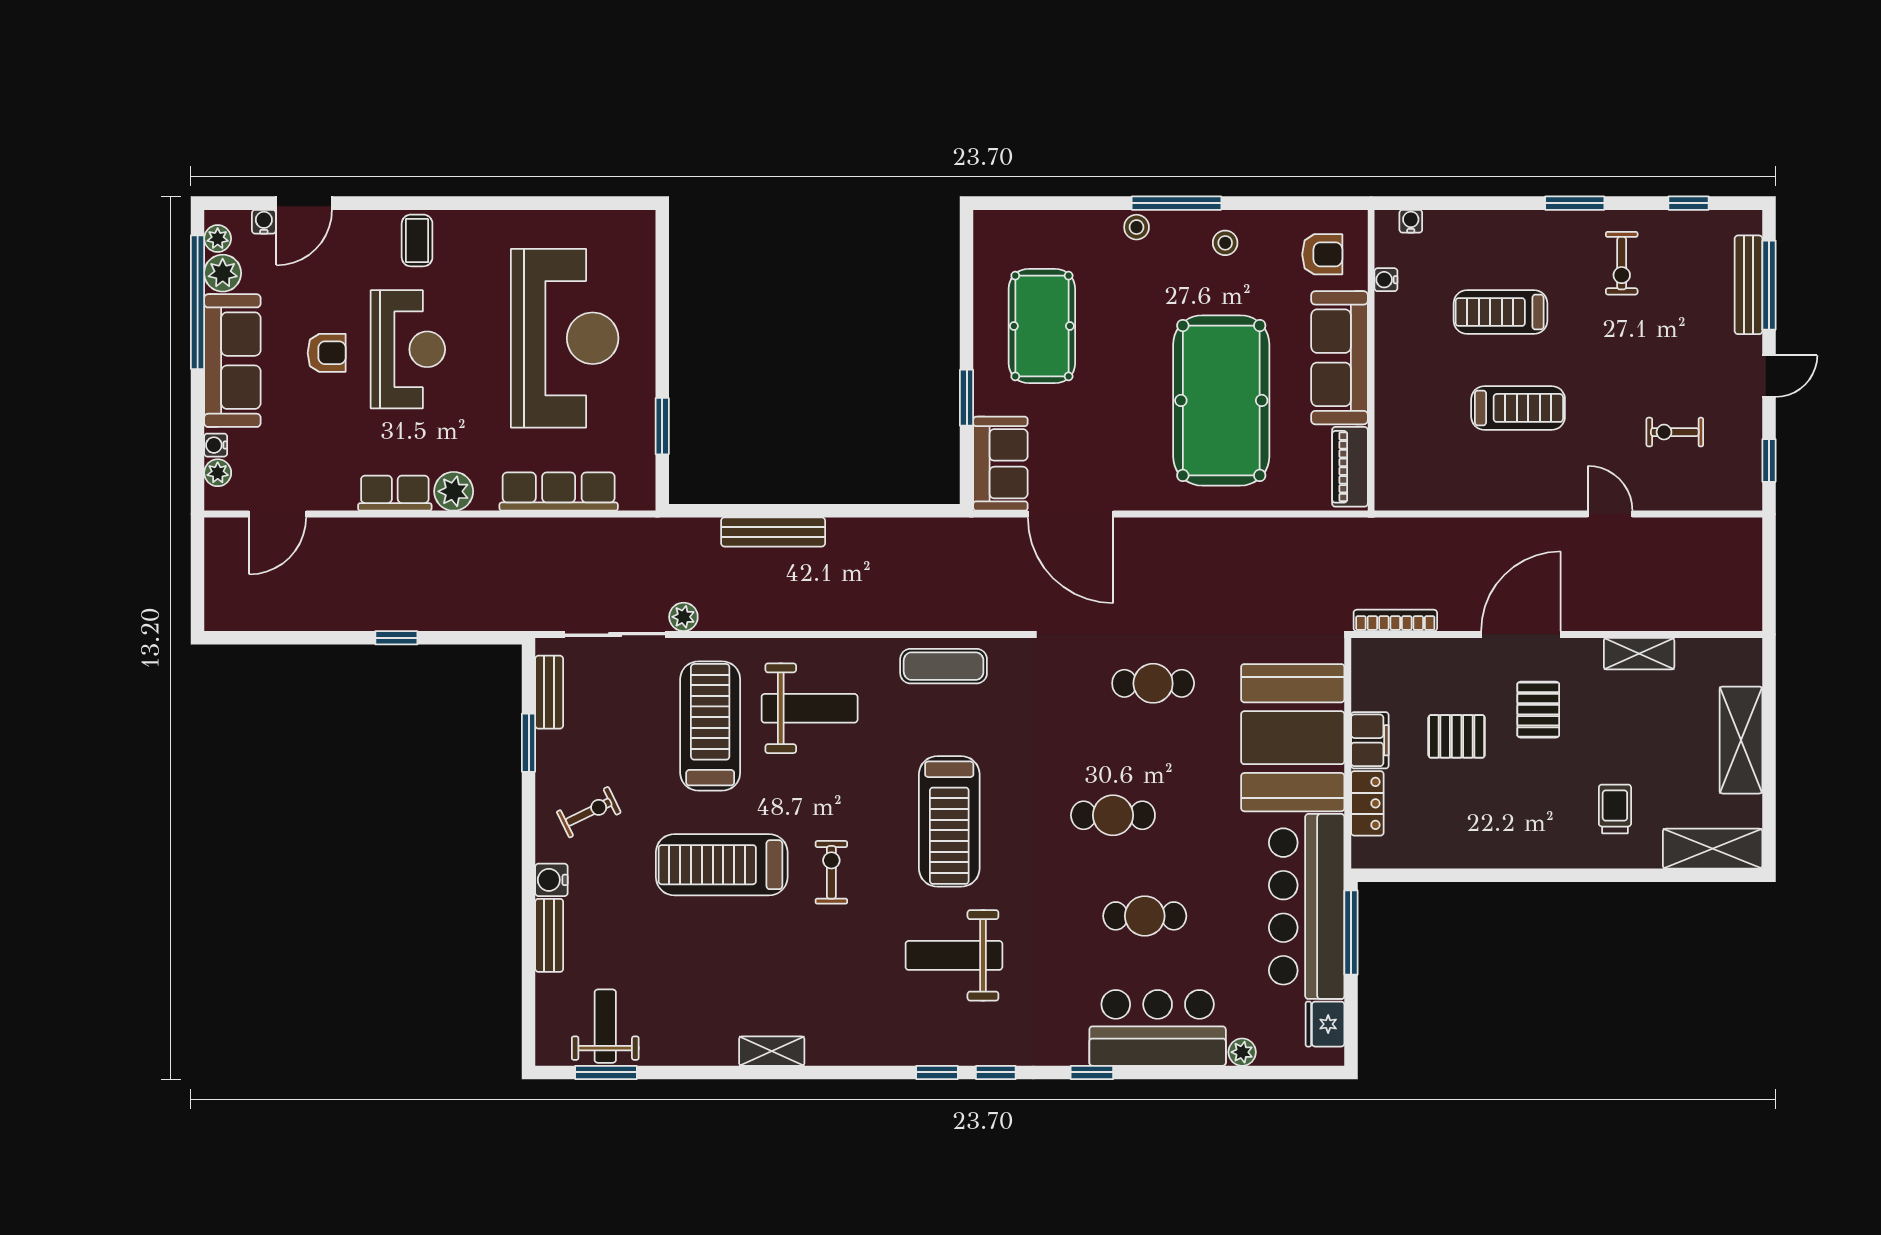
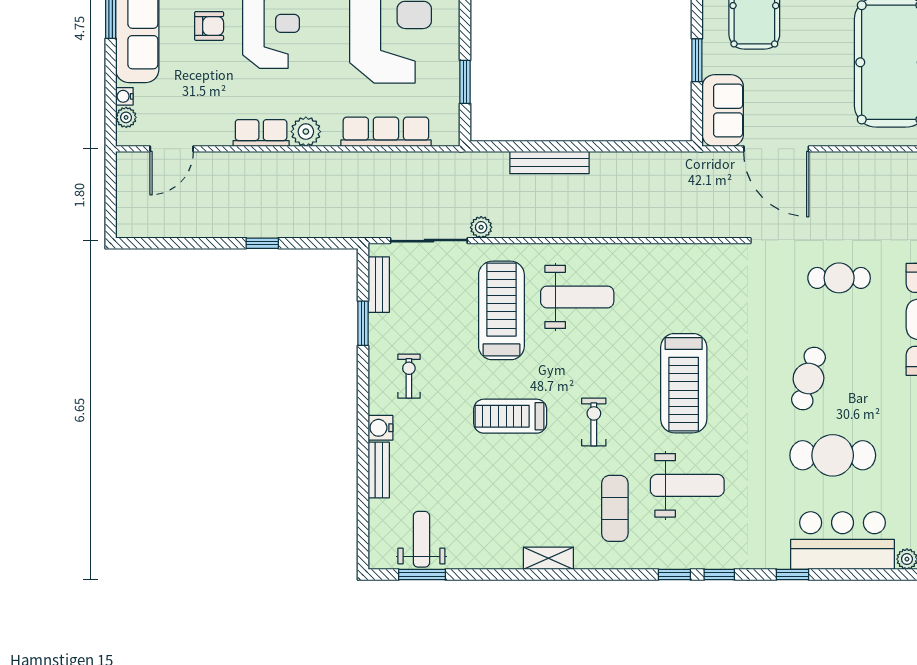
exercise mat: (944, 666) -> (615, 508), moved, turned 90
exercise bike: (589, 812) -> (409, 376), turned -64
cafe table: (1113, 815) -> (808, 379), turned -74
treadmill: (722, 865) -> (510, 416), width x0.73, depth x0.73
cafe table: (1145, 916) -> (833, 455), width x1.37, depth x1.35
weight bench: (954, 955) -> (687, 485), turned 180

